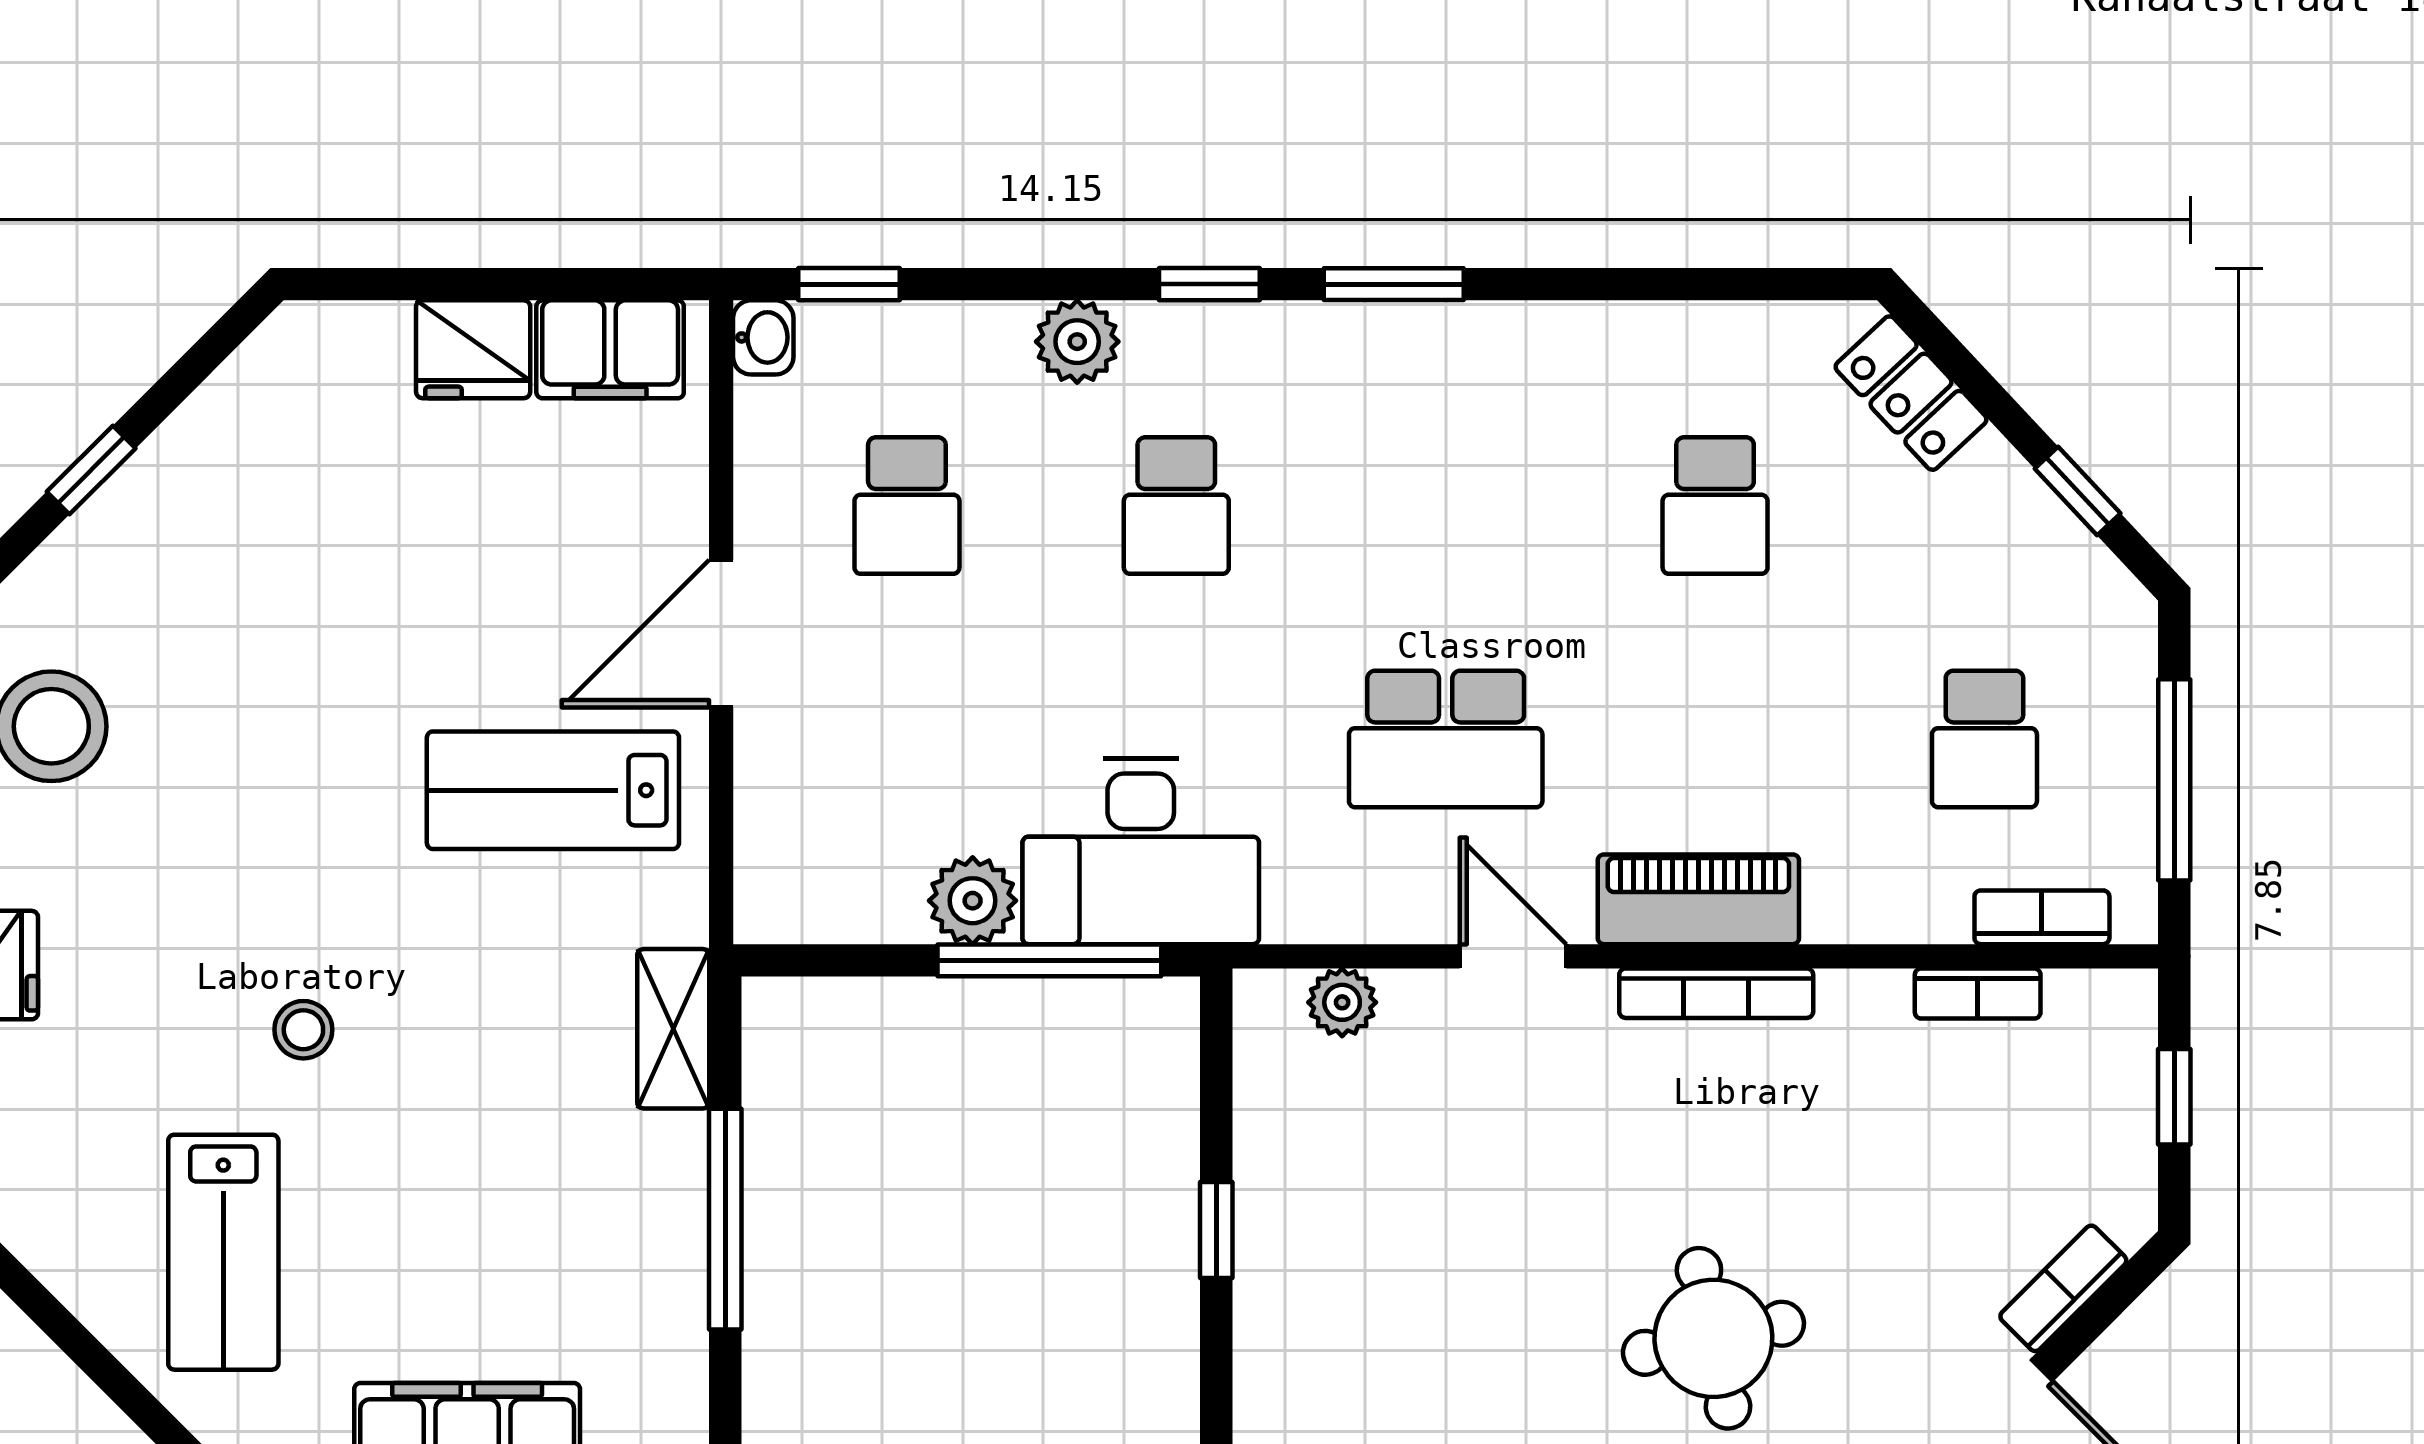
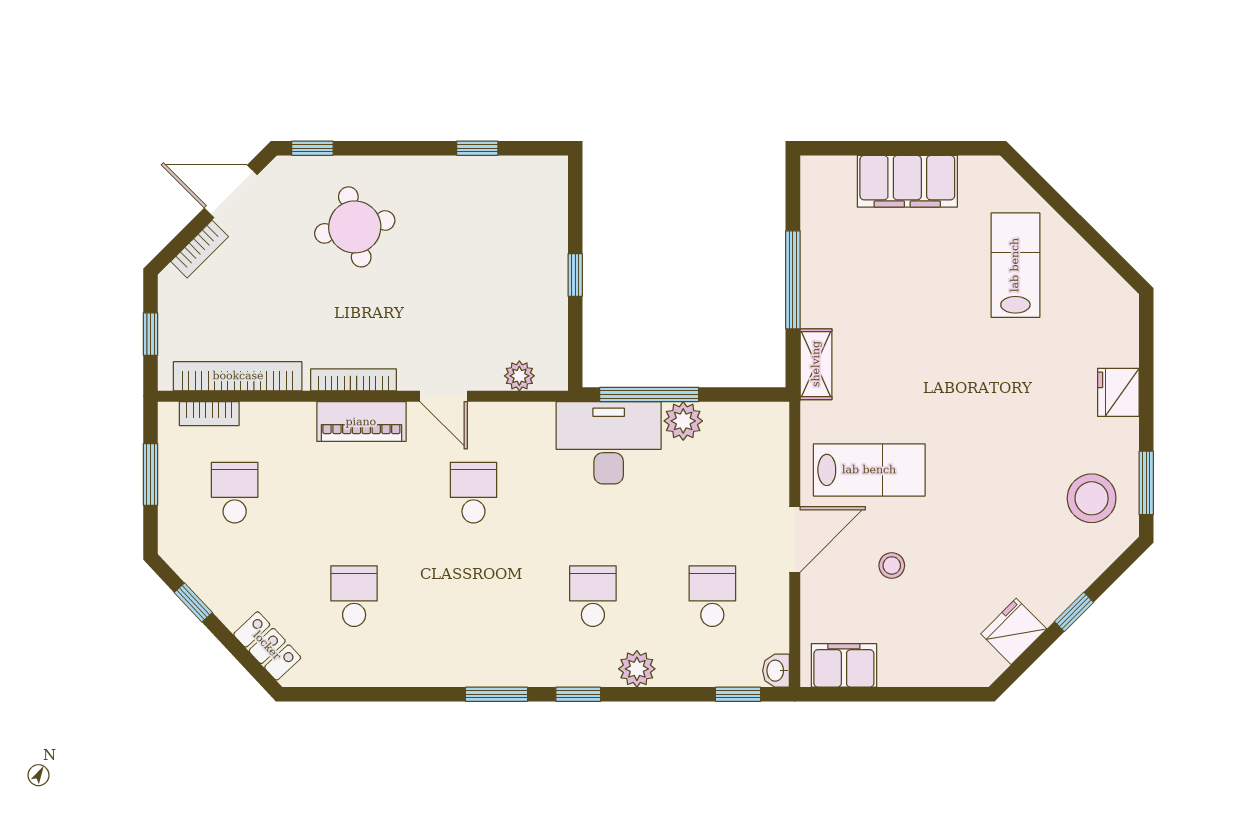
fridge: (473, 349) -> (1014, 631), moved, turned -45
school desk: (1446, 739) -> (473, 493), width x0.54
window: (2174, 780) -> (150, 474), width x0.69
bookcase: (1978, 994) -> (238, 376), width x2.31, depth x1.31
stool: (303, 1030) -> (892, 565), moved

